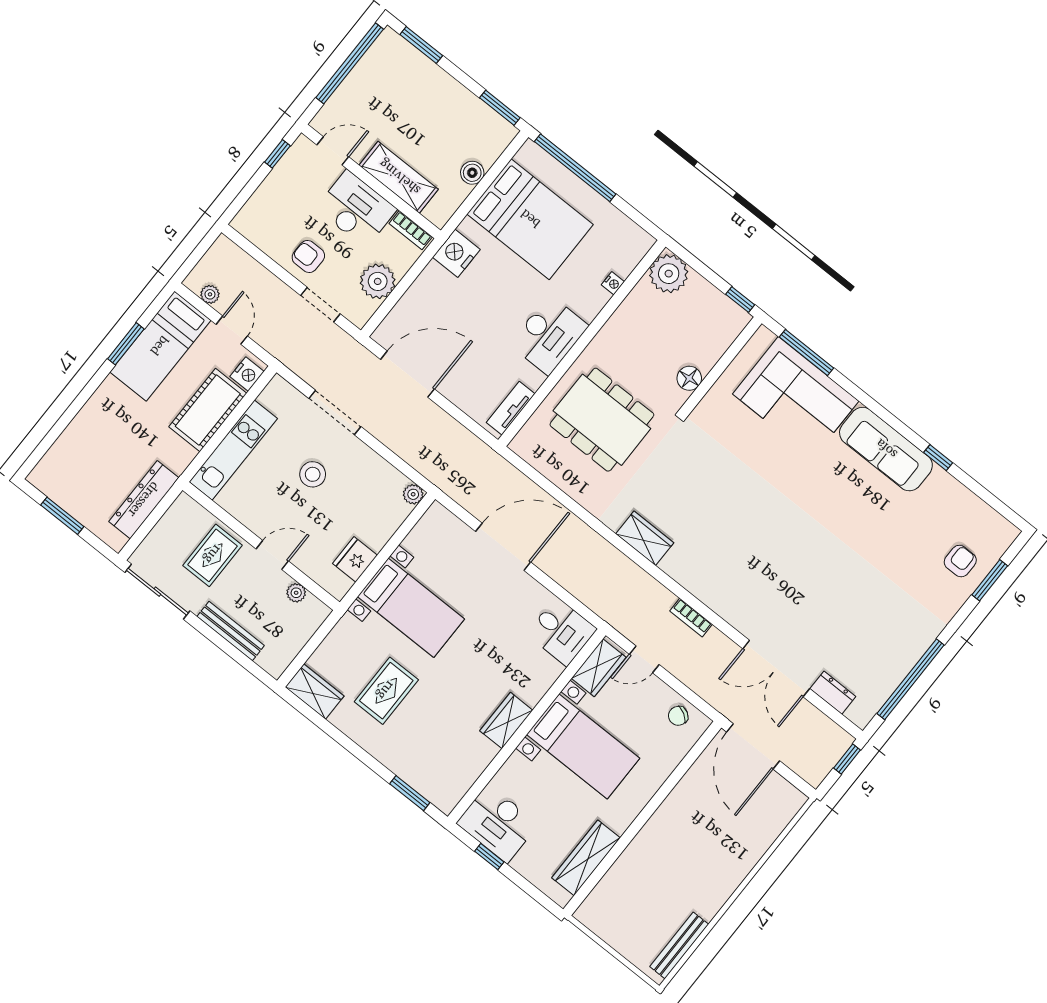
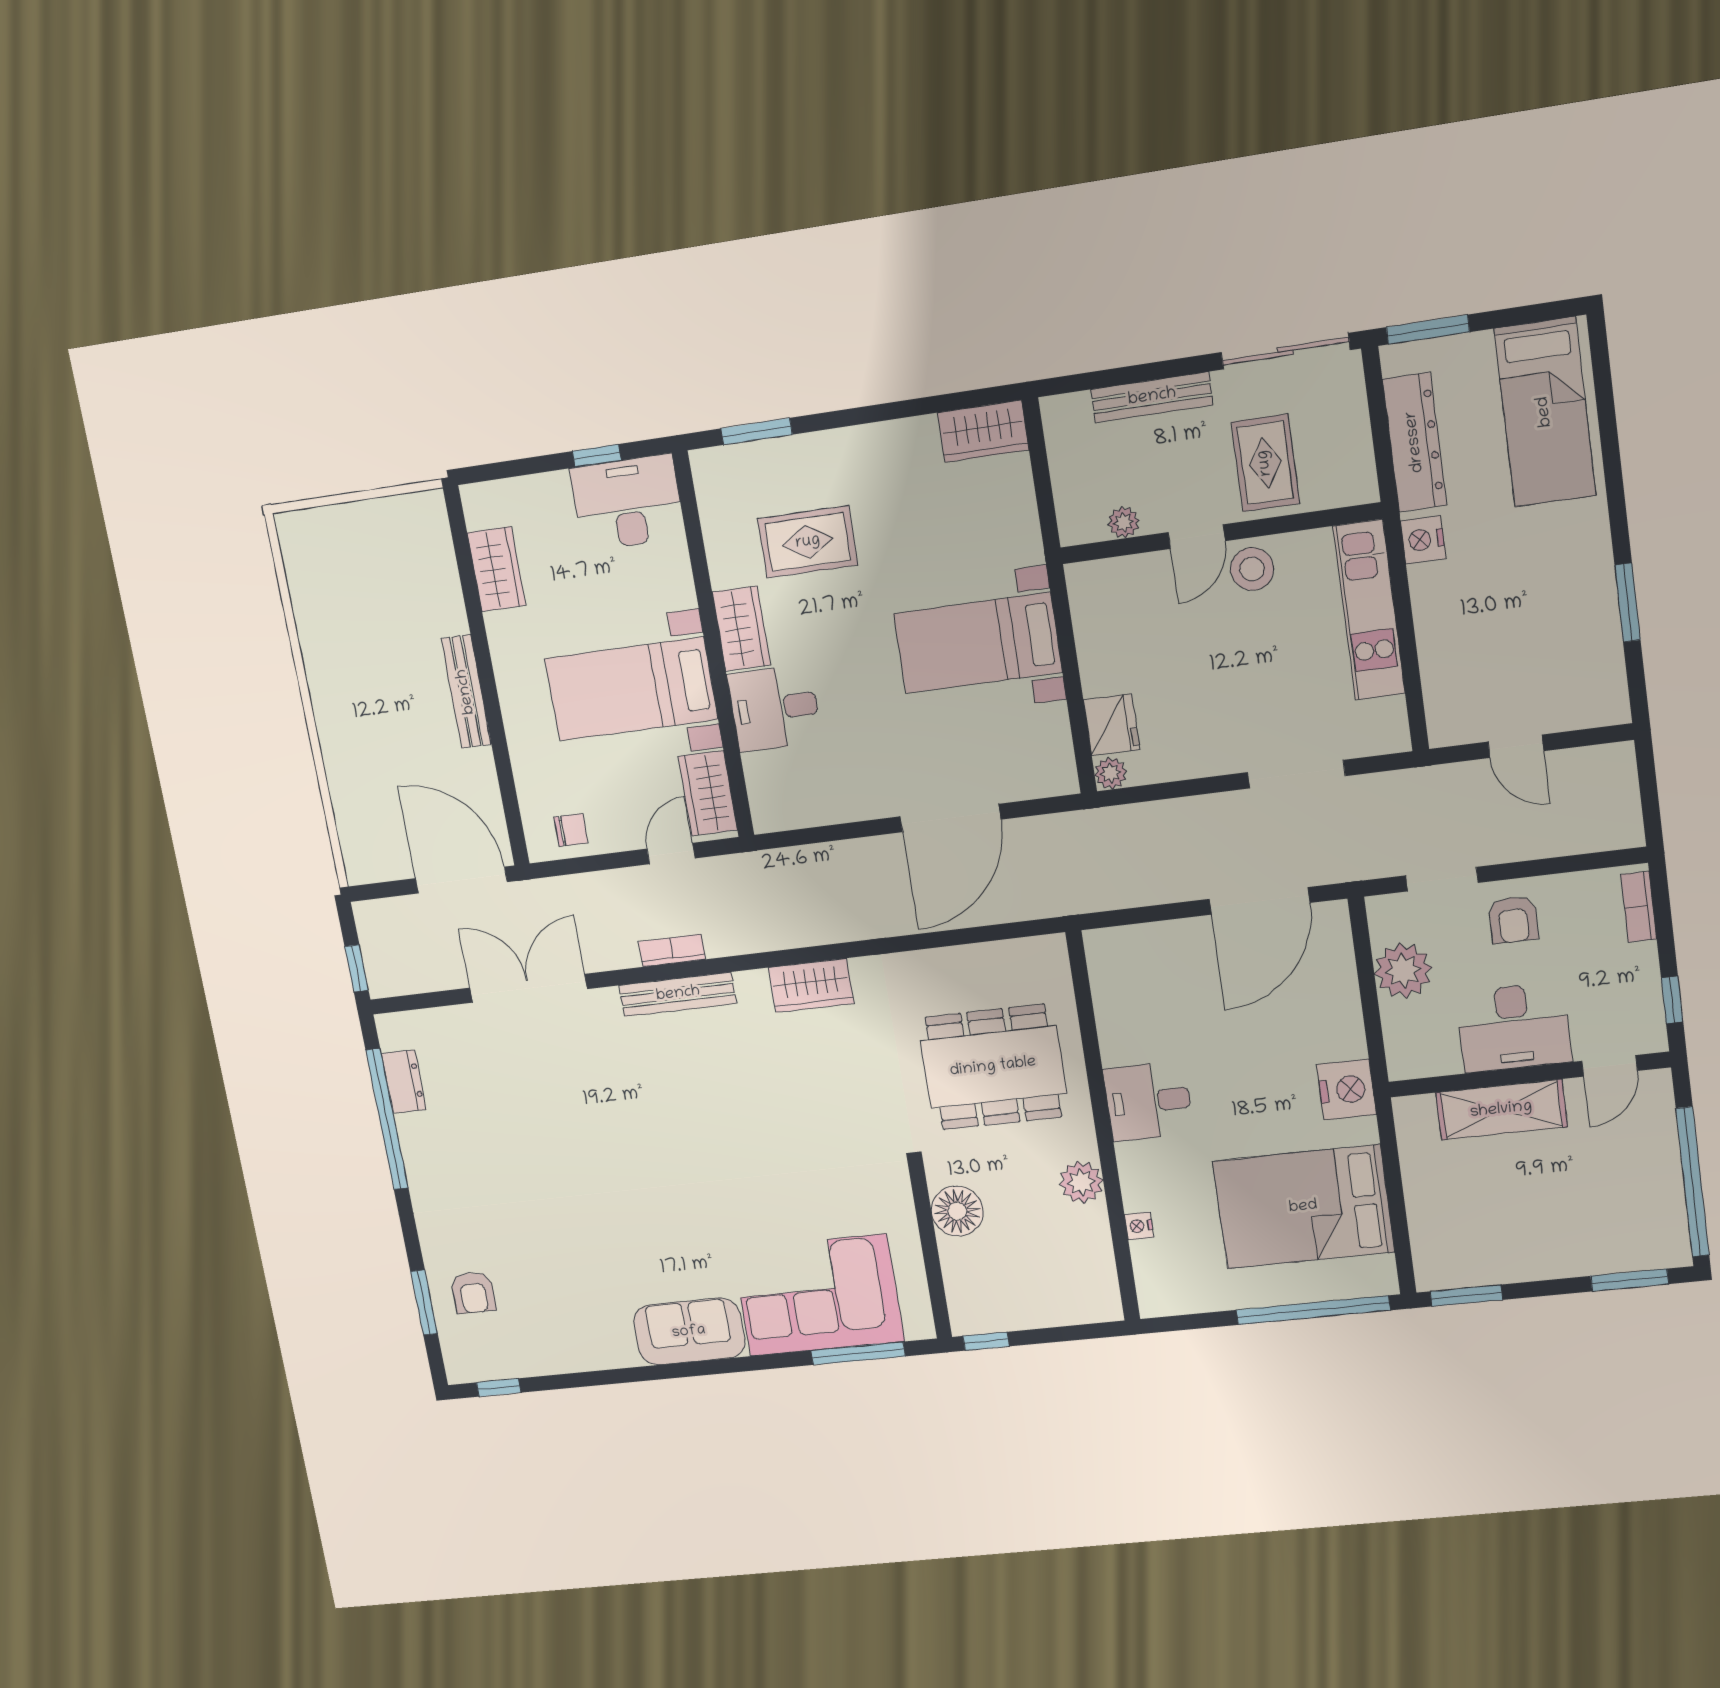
boiler: (472, 173) -> (1422, 1195), removed
bookcase: (411, 230) -> (1639, 907), moved, turned -90
armchair: (308, 257) -> (1513, 920), turned 90
plant: (669, 274) -> (1081, 1182), moved, width x0.73, depth x0.73
plant: (210, 294) -> (1585, 761), removed
desk: (549, 335) -> (1148, 1101), width x0.73
bed: (160, 346) -> (1545, 412), moved, turned 180
nightstand: (247, 374) -> (1423, 540), moved
floor lamp: (689, 378) -> (957, 1211), width x1.38, depth x1.38
tv unit: (511, 408) -> (1105, 979), removed
cot: (208, 410) -> (1448, 626), removed
sofa: (886, 449) -> (689, 1332), width x0.73
window: (938, 458) -> (499, 1388), moved
stool: (313, 474) -> (1252, 569), moved
window: (62, 516) -> (1428, 330), moved
fridge: (355, 559) -> (1112, 725), moved
bench: (710, 596) -> (678, 994), added
desk: (562, 632) -> (775, 708), moved
rug: (386, 691) -> (808, 542), moved, turned 90
dresser: (833, 693) -> (404, 1082), moved, turned -90
chair: (678, 716) -> (571, 830), turned 60
wardrobe: (586, 858) -> (496, 569), width x0.67
bench: (679, 945) -> (466, 692), moved

